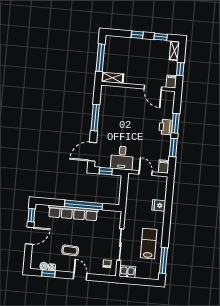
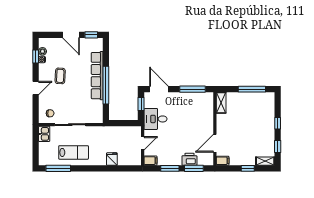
shelving: (113, 78) -> (221, 103), moved
filing cabinet: (171, 81) -> (223, 161), moved
wall: (138, 86) -> (215, 129), moved
door: (153, 88) -> (215, 143), moved

